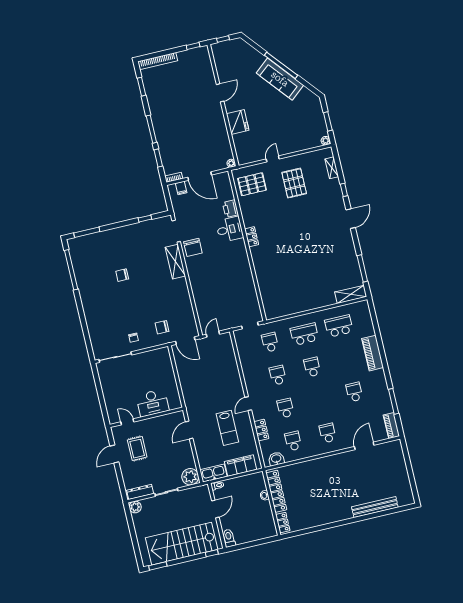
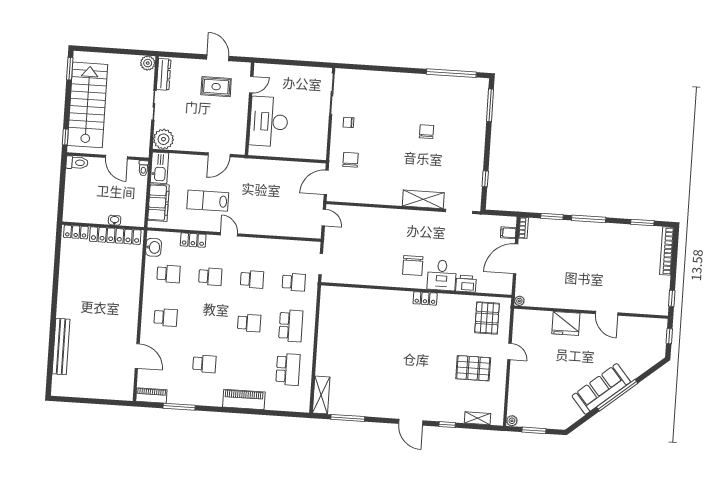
chair: (193, 247) -> (413, 266), moved, turned -90
desk: (153, 403) -> (269, 122), width x1.36, depth x1.30
door: (189, 430) -> (219, 155), swing flipped

